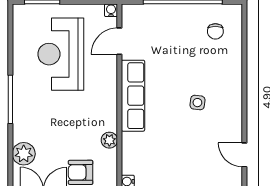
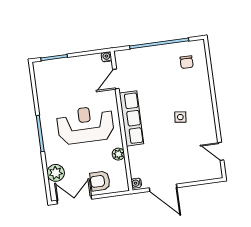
reception desk: (61, 54) -> (85, 125), moved, turned 90

